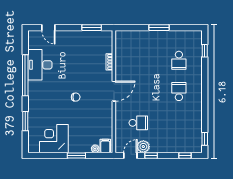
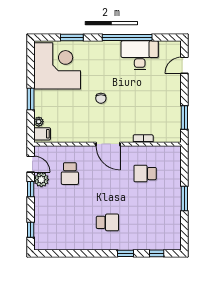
school desk: (179, 60) -> (145, 174), moved
corner desk: (54, 139) -> (57, 66), width x1.36, depth x1.36
window: (205, 139) -> (125, 253), moved

